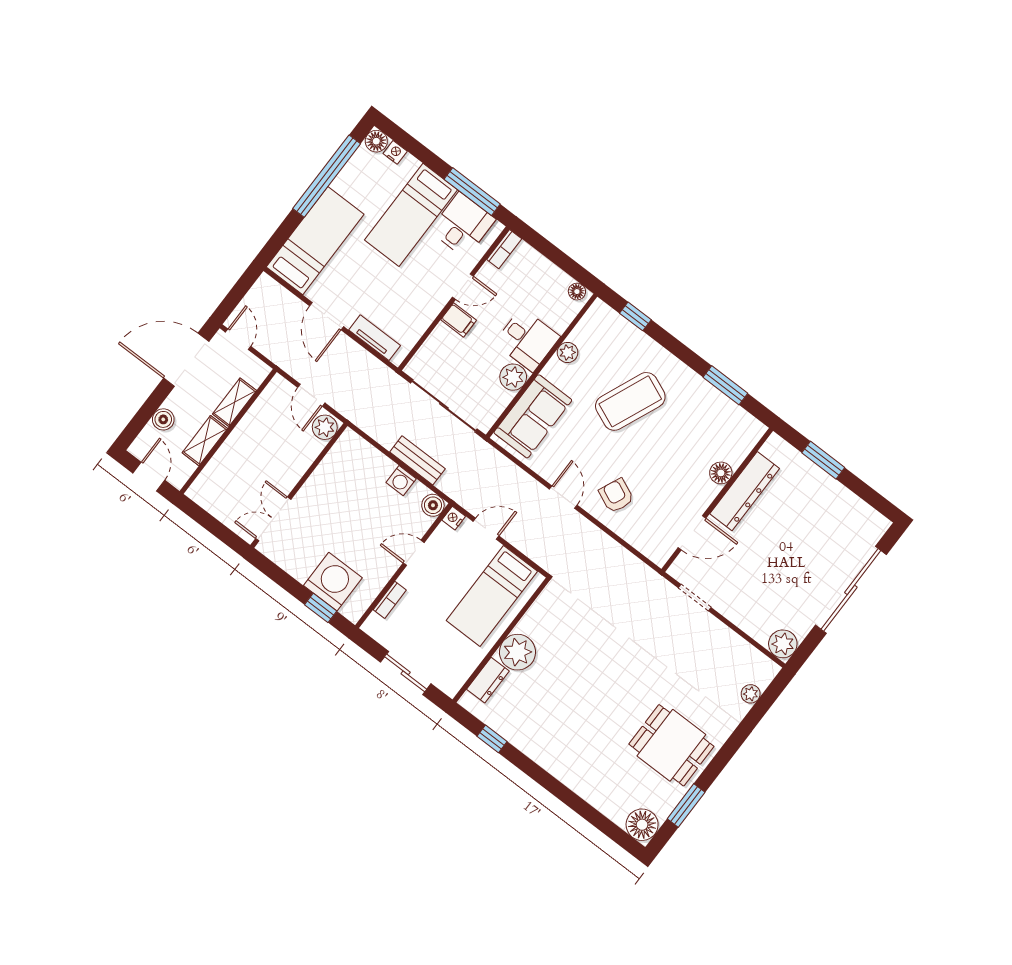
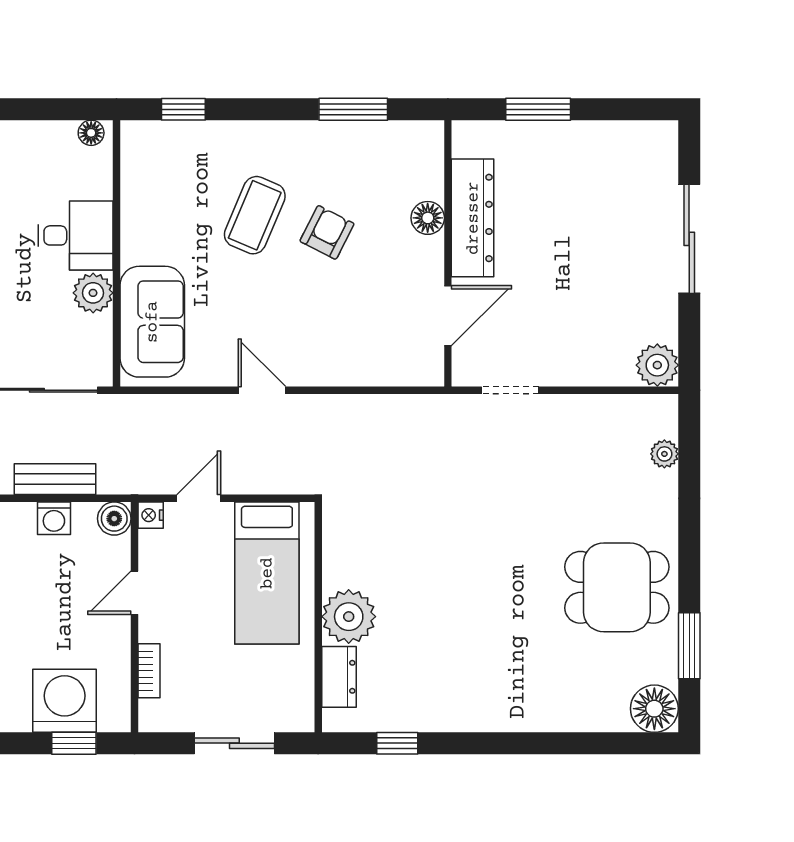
plant: (568, 352) -> (135, 214), removed
coffee table: (630, 401) -> (255, 215), width x0.73, depth x0.76
armchair: (616, 496) -> (327, 232), moved, turned 93
sliding door: (851, 590) -> (689, 239), width x0.73

